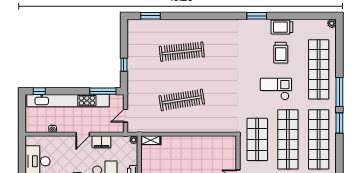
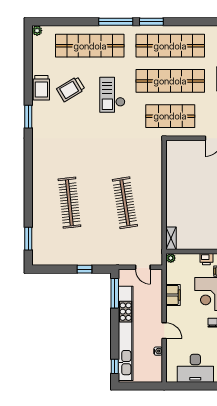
trolley: (281, 53) -> (71, 89), turned 149
door: (83, 134) -> (164, 331), moved

